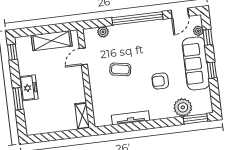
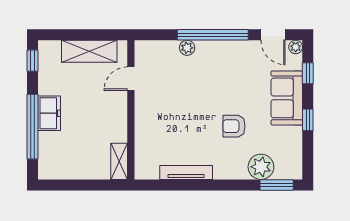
door: (180, 13) -> (273, 35), hinge flipped
plant: (198, 31) -> (296, 47), moved
plant: (103, 32) -> (187, 48), moved
sofa: (196, 63) -> (287, 98), width x0.73
coffee table: (120, 69) -> (180, 103), removed
window: (18, 99) -> (33, 127), width x2.11

